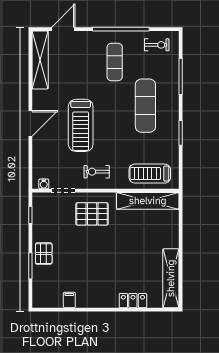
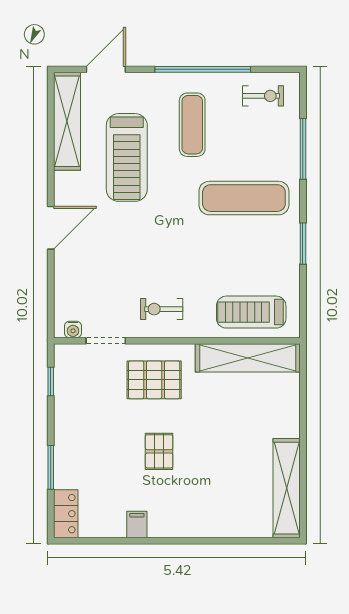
exercise mat: (145, 106) -> (244, 198), turned 90
treadmill: (81, 125) -> (127, 157), moved
pallet: (44, 254) -> (159, 451), moved
filing cabinet: (69, 300) -> (137, 525), moved
locker: (133, 301) -> (66, 514), moved, turned 90

